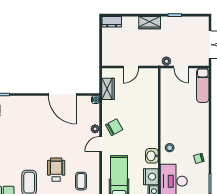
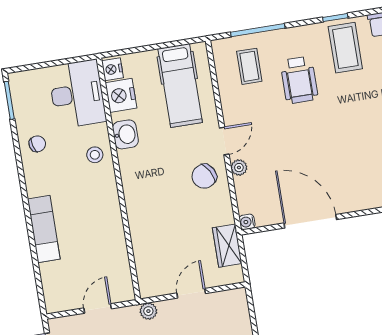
plant: (166, 61) -> (148, 311), moved
door: (181, 67) -> (98, 308), hinge flipped
exam couch: (203, 85) -> (44, 229), moved

